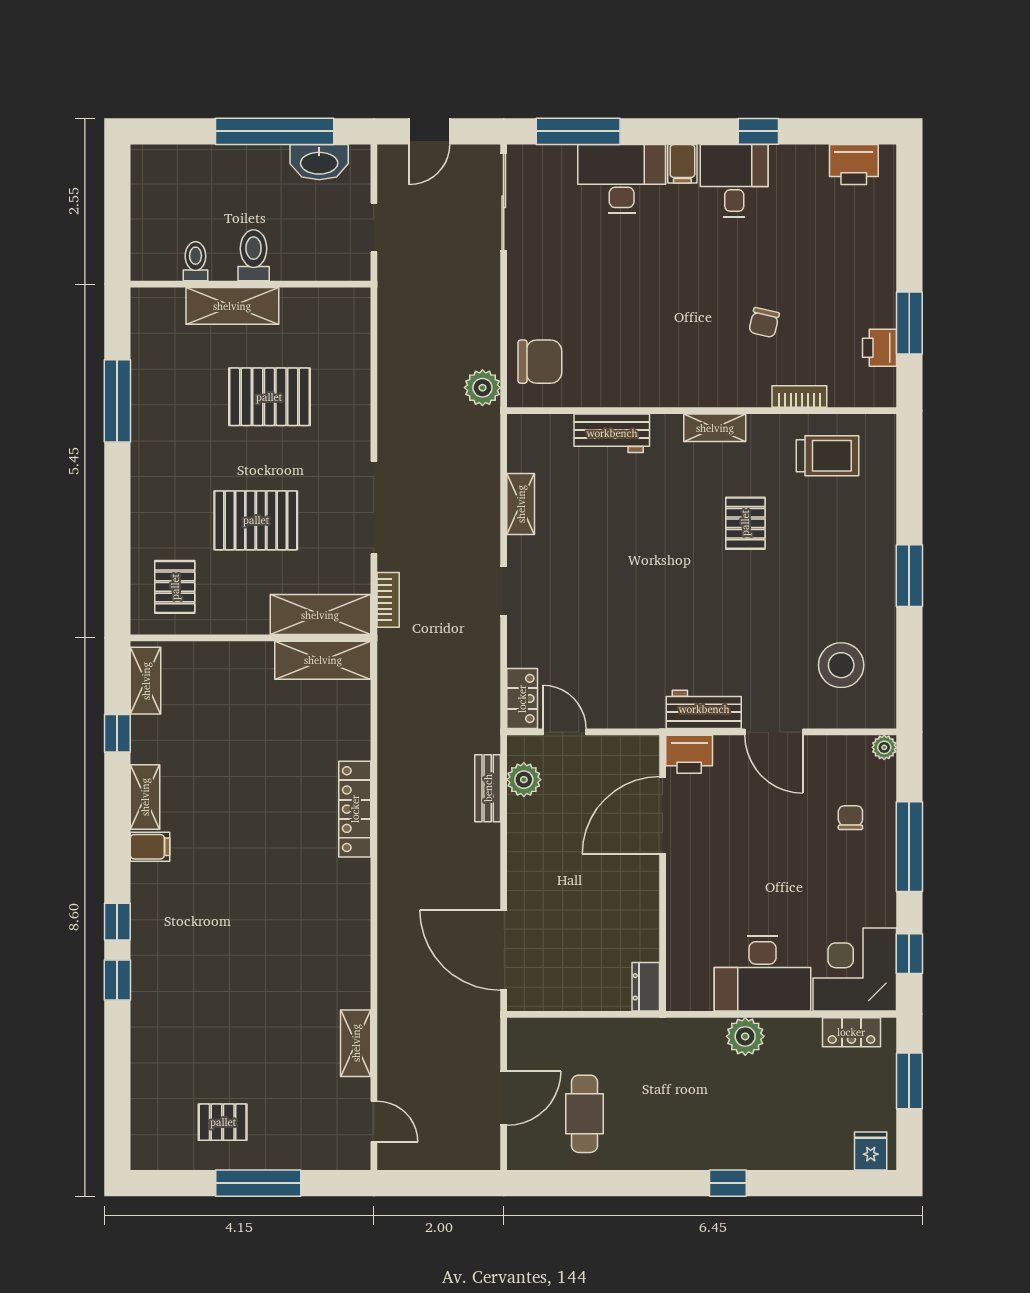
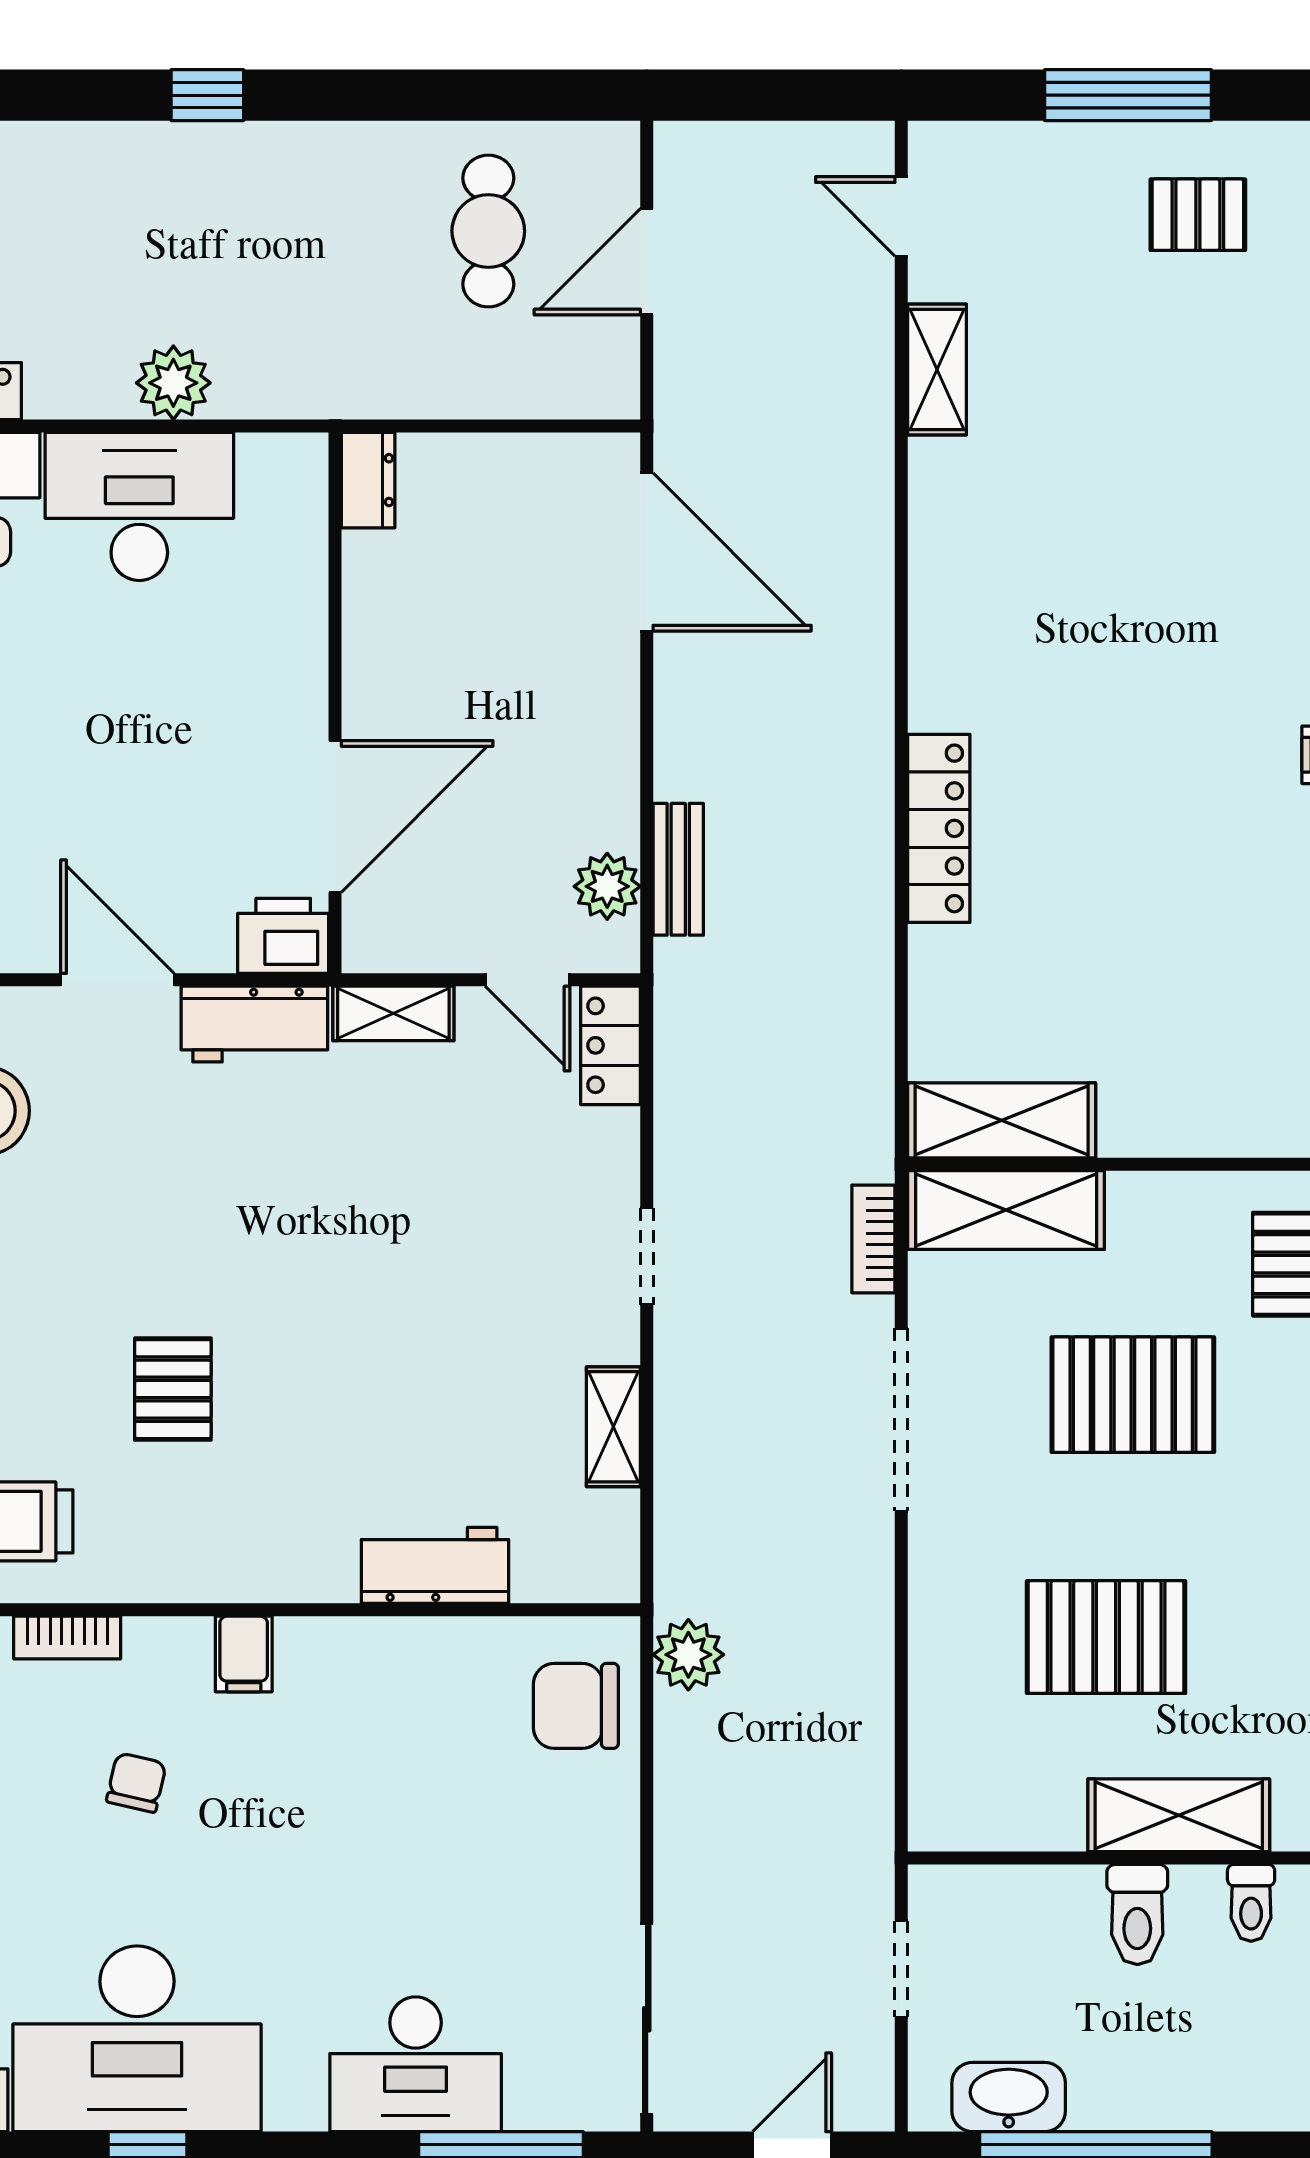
filing cabinet: (682, 164) -> (244, 1654), moved, turned 180
desk: (734, 181) -> (137, 2039), width x1.87, depth x1.30
shelving: (715, 428) -> (393, 1013), moved

